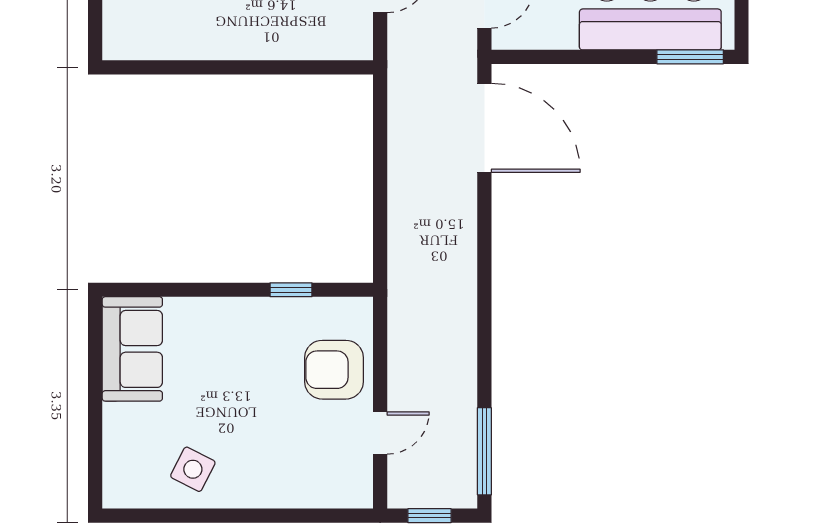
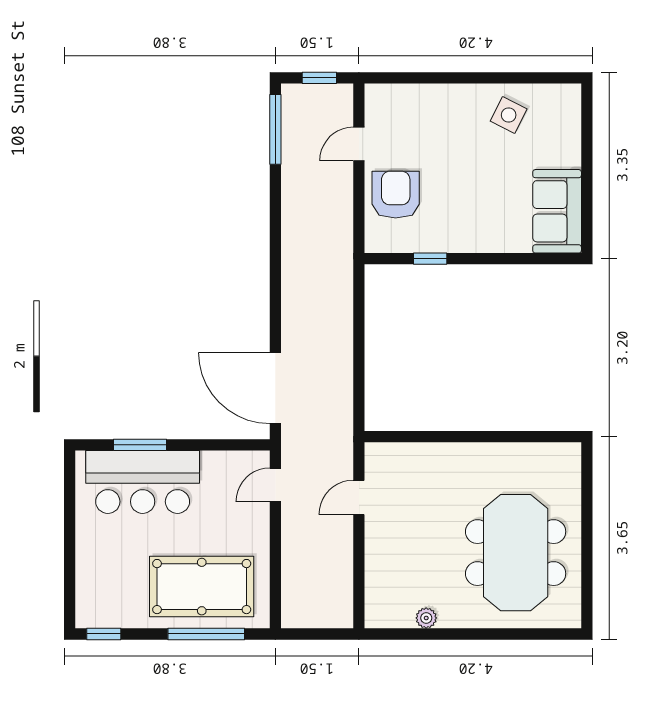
window: (690, 57) -> (140, 445), moved
armchair: (334, 370) -> (396, 195), turned -90

